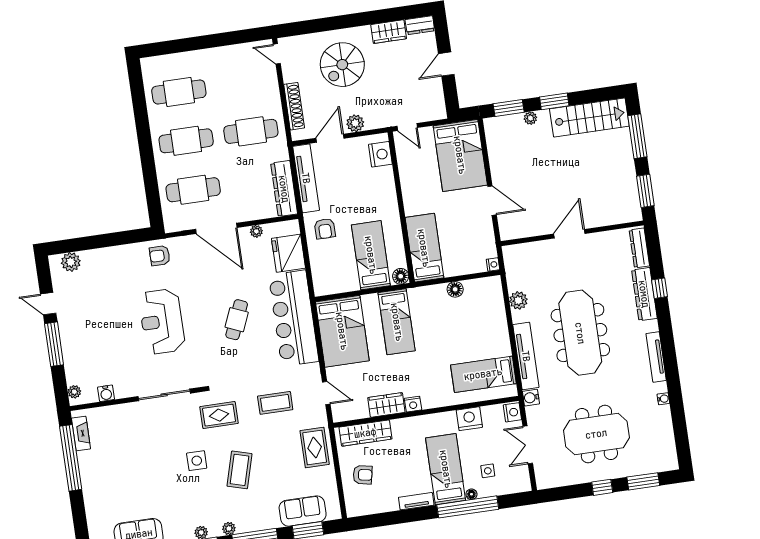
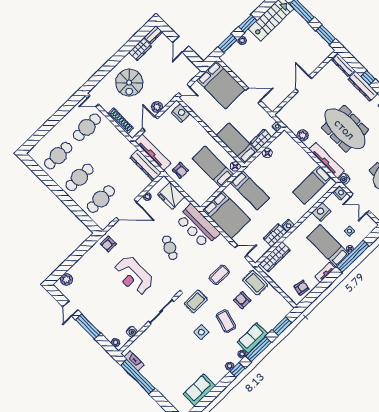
cafe table: (251, 131) -> (87, 127), moved
wardrobe: (460, 266) -> (261, 140), added
door: (48, 304) -> (70, 308), hinge flipped
bar counter: (294, 318) -> (198, 226), width x0.73
armchair: (281, 458) -> (242, 300), added
armchair: (363, 475) -> (302, 288), moved
sofa: (303, 511) -> (253, 338), moved

